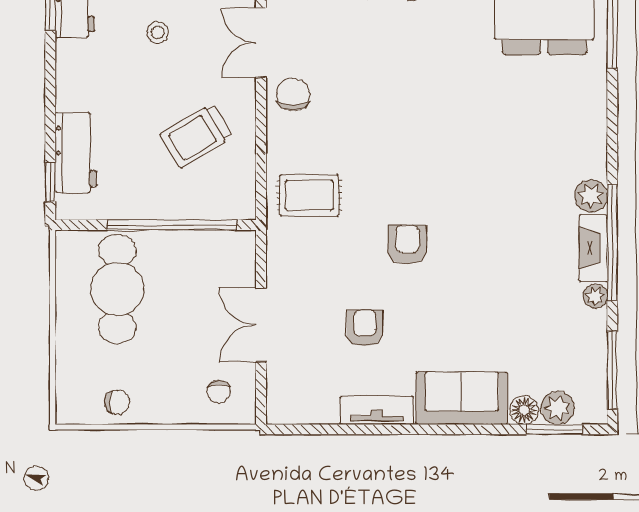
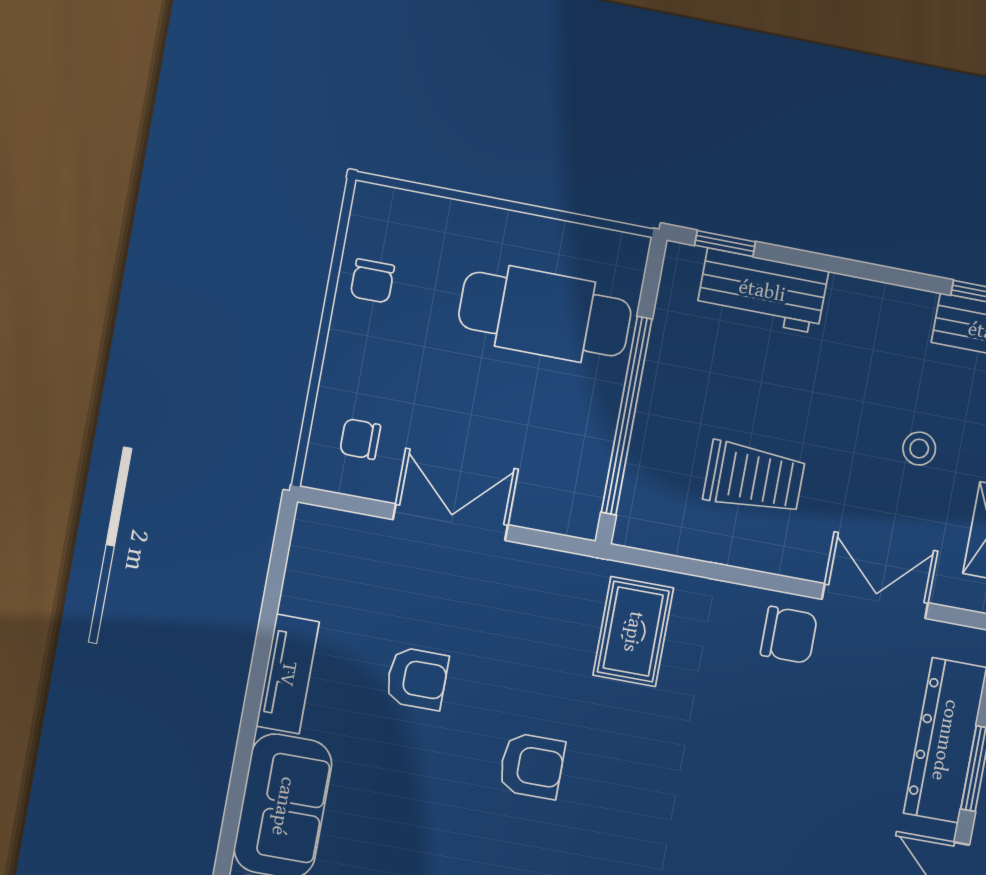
trolley: (196, 136) -> (754, 478), turned 121

